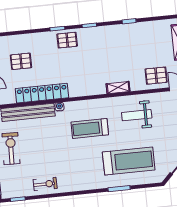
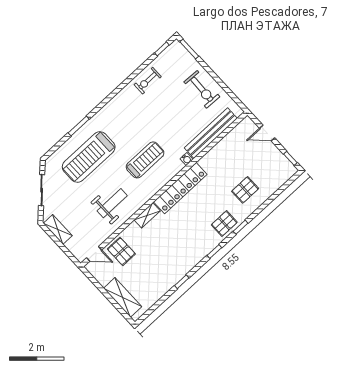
pallet: (21, 61) -> (245, 190), moved
pallet: (156, 76) -> (121, 251), turned 90
locker: (42, 93) -> (180, 188), moved

